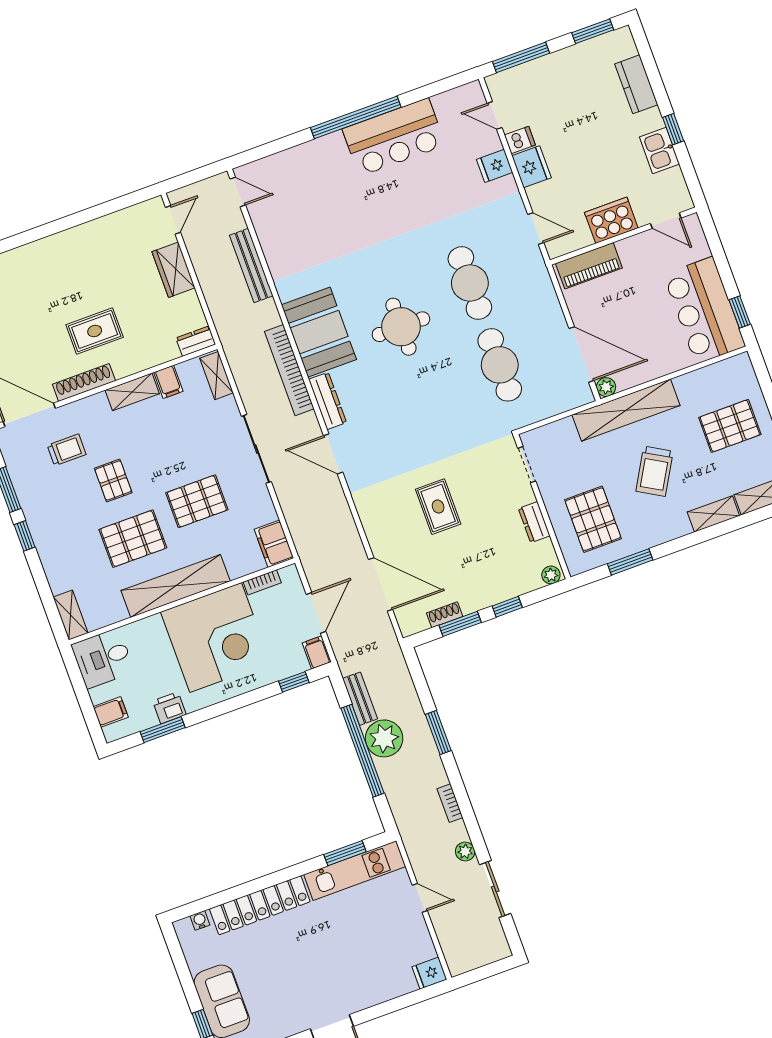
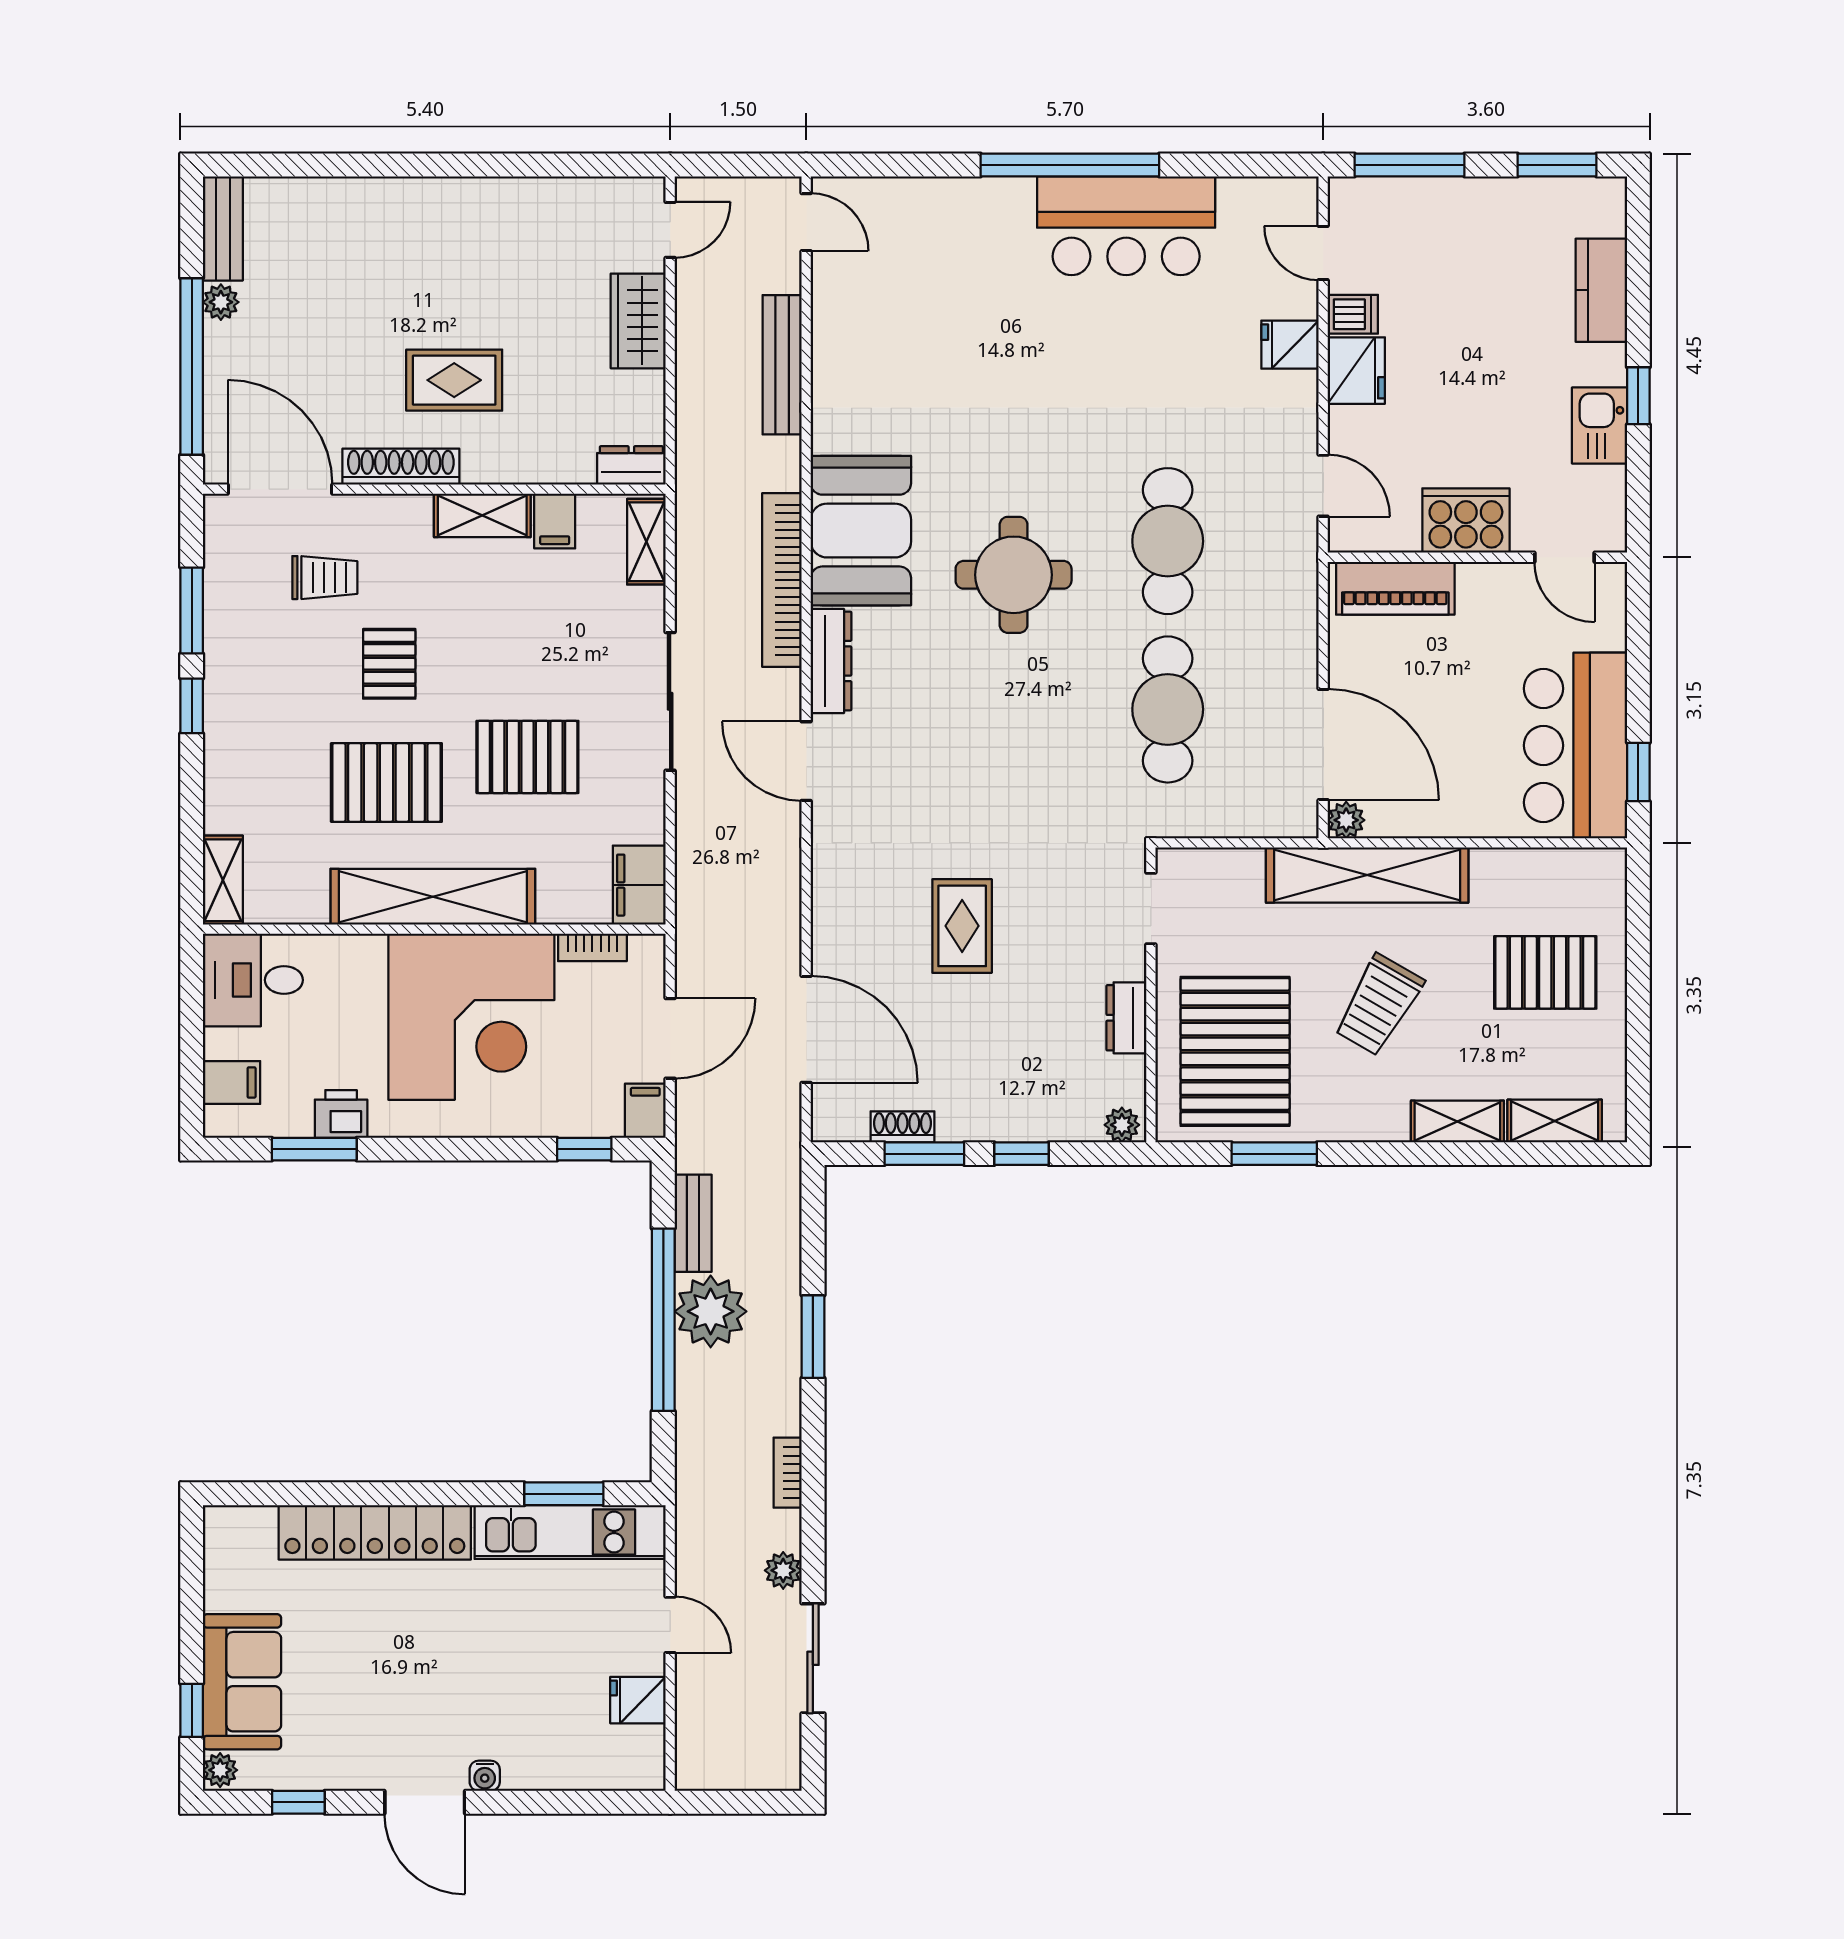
pallet: (593, 519) -> (1235, 1051), width x1.37, depth x1.41
water cooler: (200, 920) -> (485, 1776), moved, turned 180
fridge: (429, 973) -> (638, 1700), moved

